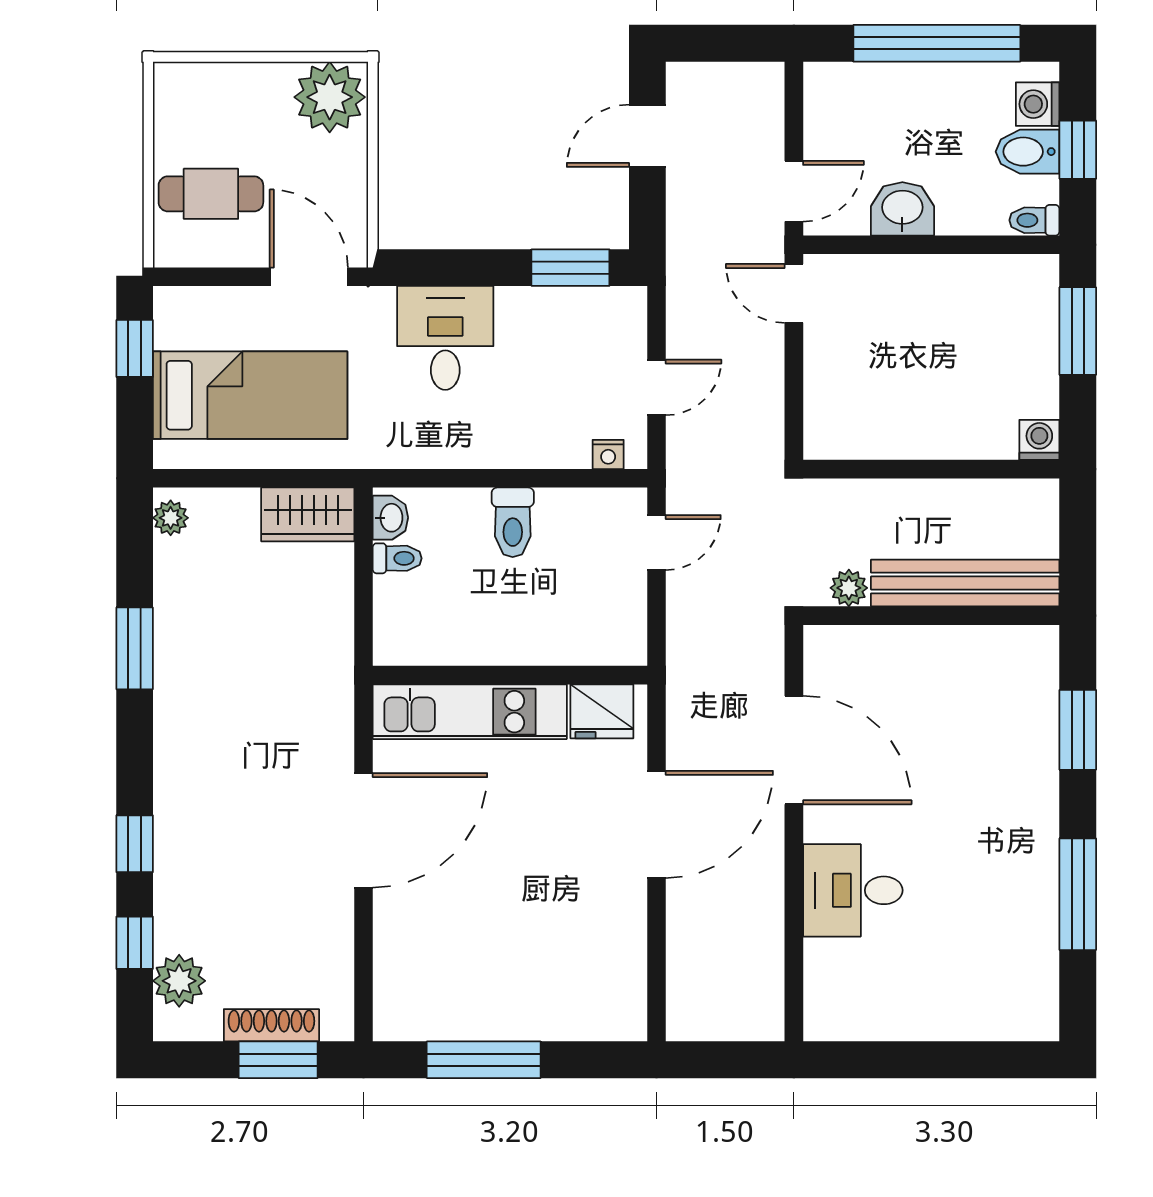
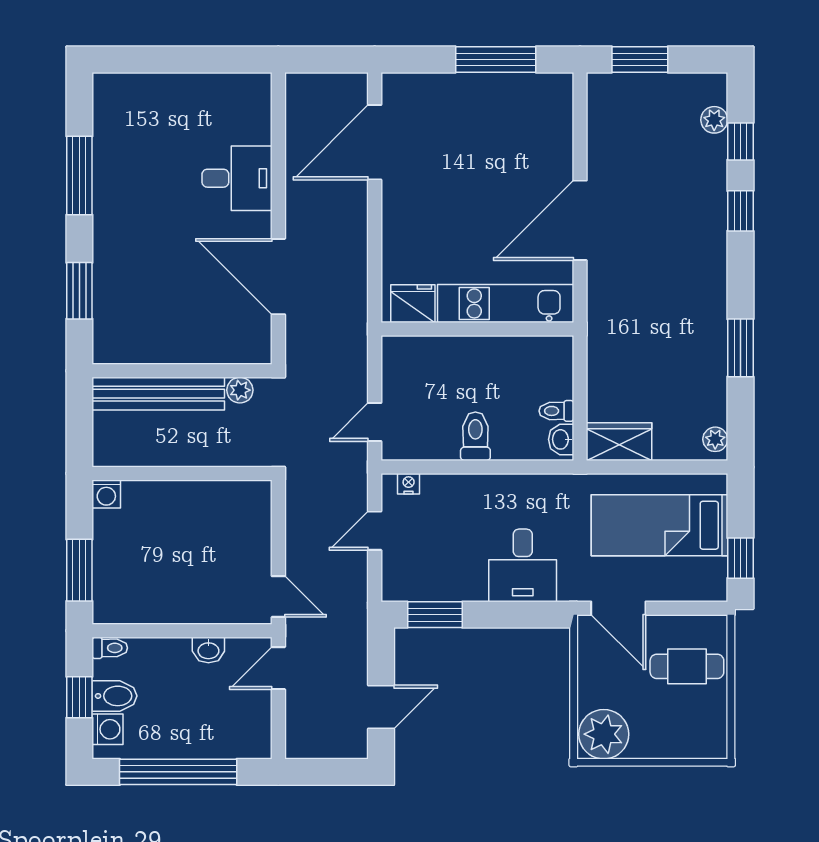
washbasin: (902, 209) -> (208, 650), width x0.72, depth x0.69
door: (657, 824) -> (375, 142), moved
plant: (179, 981) -> (714, 120), width x0.73, depth x0.73
shoe rack: (271, 1025) -> (644, 84), removed

